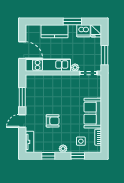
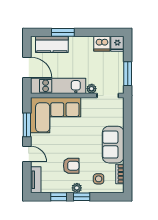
window: (72, 21) -> (63, 32), moved
kitchen counter: (55, 31) -> (52, 44), moved
corner sofa: (46, 89) -> (56, 115), added
door: (22, 121) -> (27, 154), swing flipped
armchair: (53, 121) -> (71, 166), moved
window: (78, 156) -> (82, 197), moved

